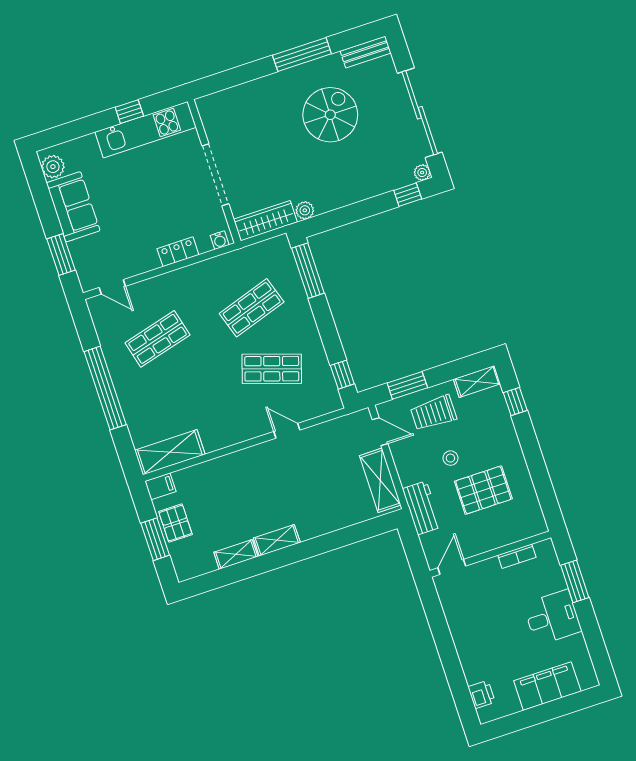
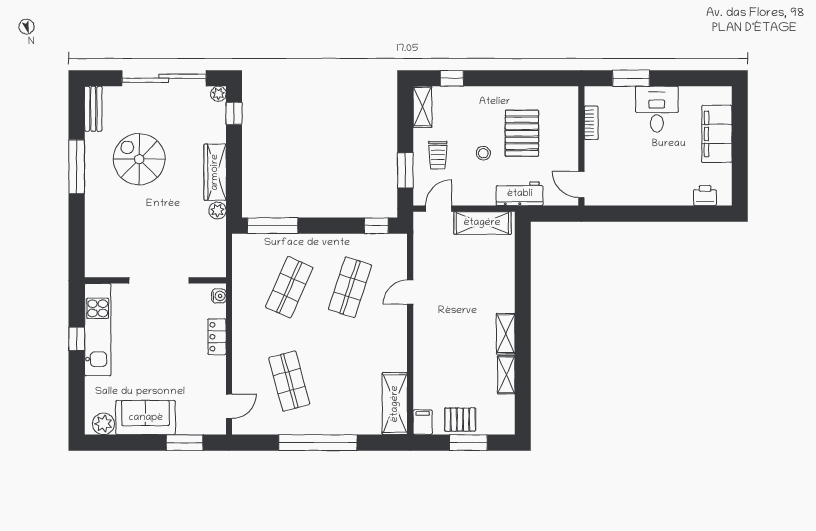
wardrobe: (265, 221) -> (215, 172), moved
shop shelf: (252, 308) -> (289, 287), turned 42
trolley: (433, 413) -> (438, 155), width x0.73, depth x0.72

